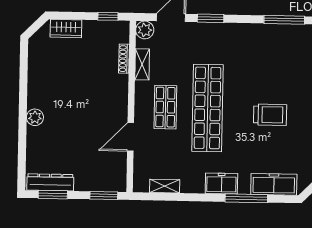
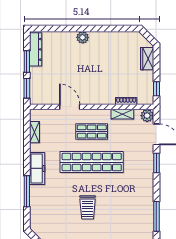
freezer: (221, 184) -> (37, 168), width x1.40
freezer: (274, 184) -> (37, 211), removed
window: (53, 195) -> (27, 62), moved

